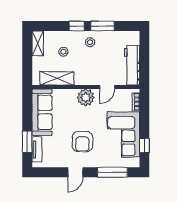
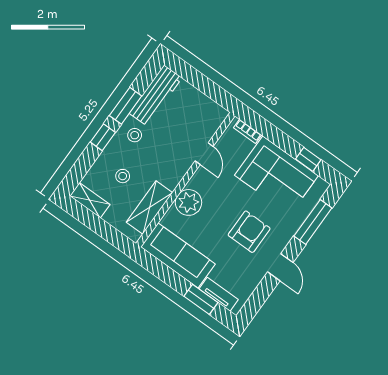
workbench: (132, 65) -> (156, 96), moved, turned -90
plant: (86, 97) -> (188, 202), moved
armchair: (82, 142) -> (249, 232), turned -90

